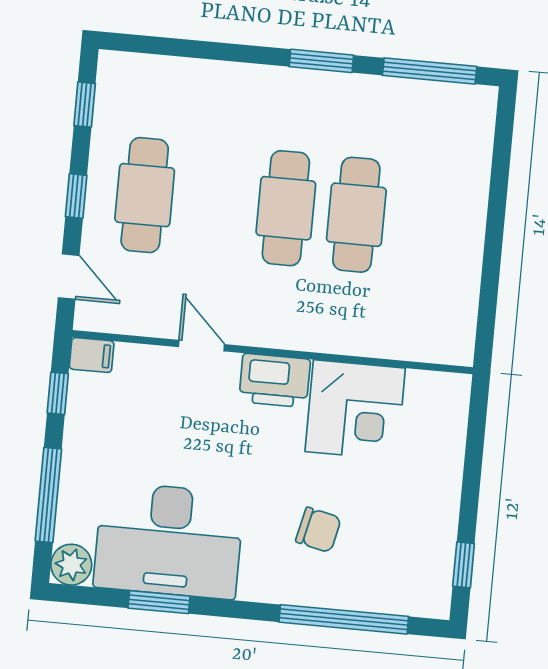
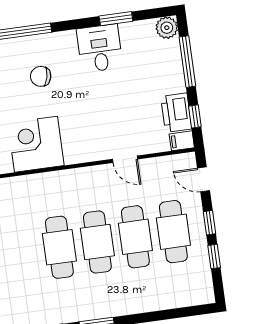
window: (85, 105) -> (214, 257), moved
cafe table: (215, 202) -> (135, 237), added
printer: (275, 380) -> (176, 113), moved, turned -90
desk: (169, 540) -> (100, 48), width x0.53, depth x0.77

